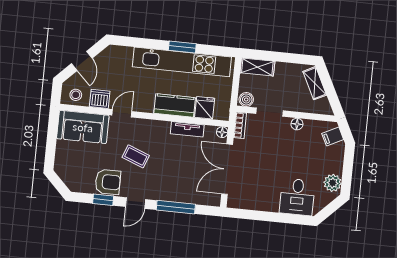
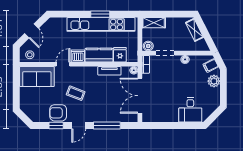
dishwasher: (100, 99) -> (78, 56), moved
armchair: (108, 182) -> (58, 113), turned 180
plant: (333, 183) -> (214, 81), moved

